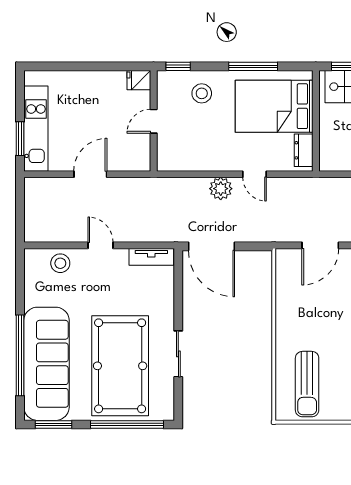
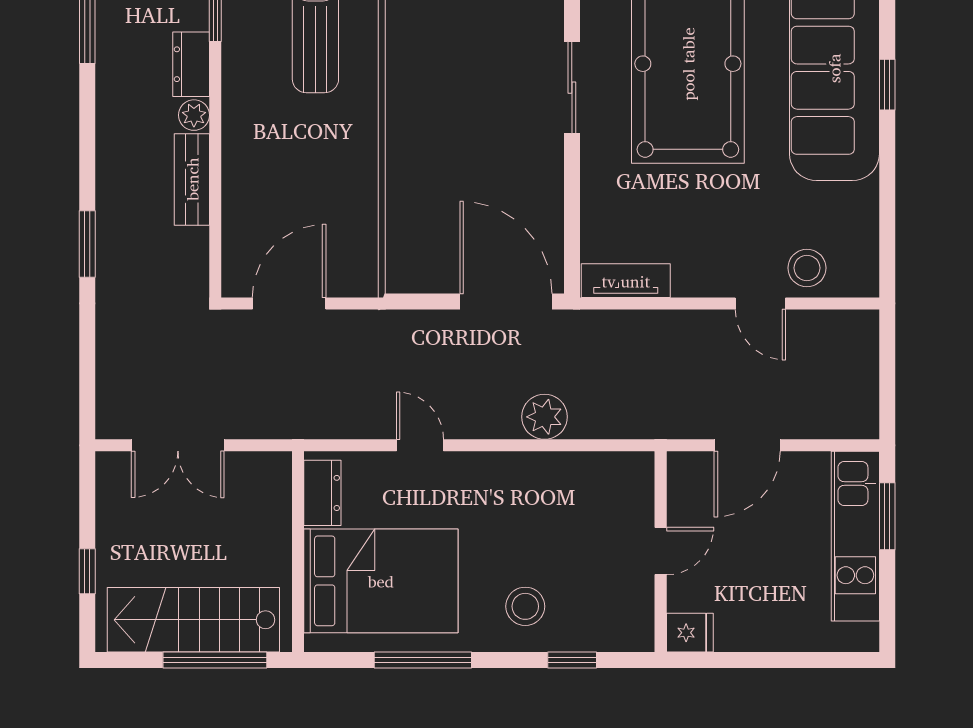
fridge: (139, 80) -> (690, 633), moved
door: (154, 121) -> (661, 551), moved
wall: (154, 121) -> (661, 552), moved
plant: (221, 189) -> (545, 417), moved
door: (100, 245) -> (760, 303), moved
window: (20, 355) -> (887, 85), width x0.32

